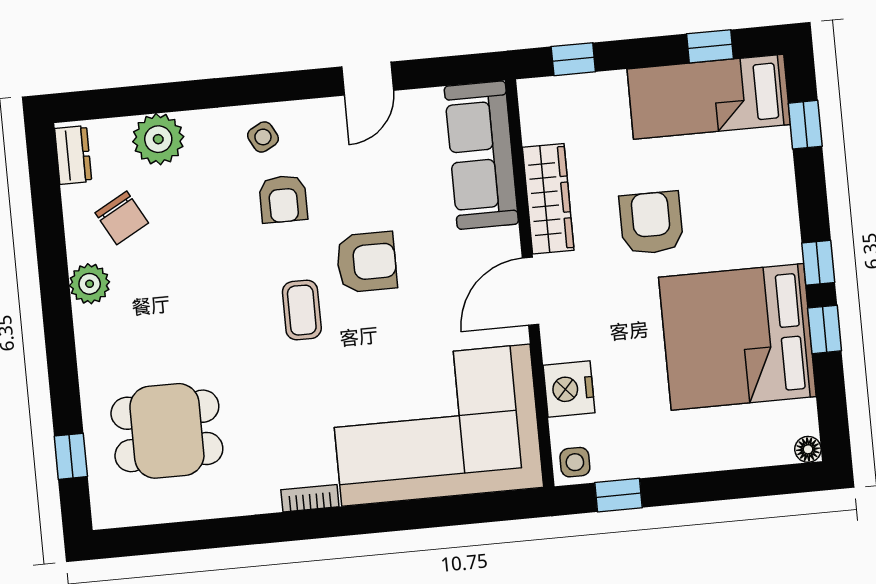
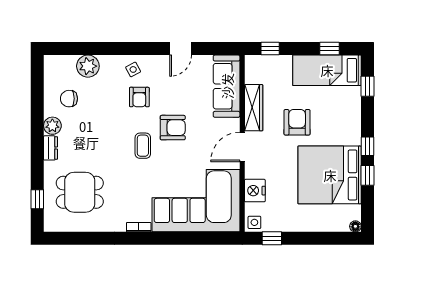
dresser: (73, 155) -> (51, 148), moved
chair: (122, 218) -> (69, 99), turned 119

